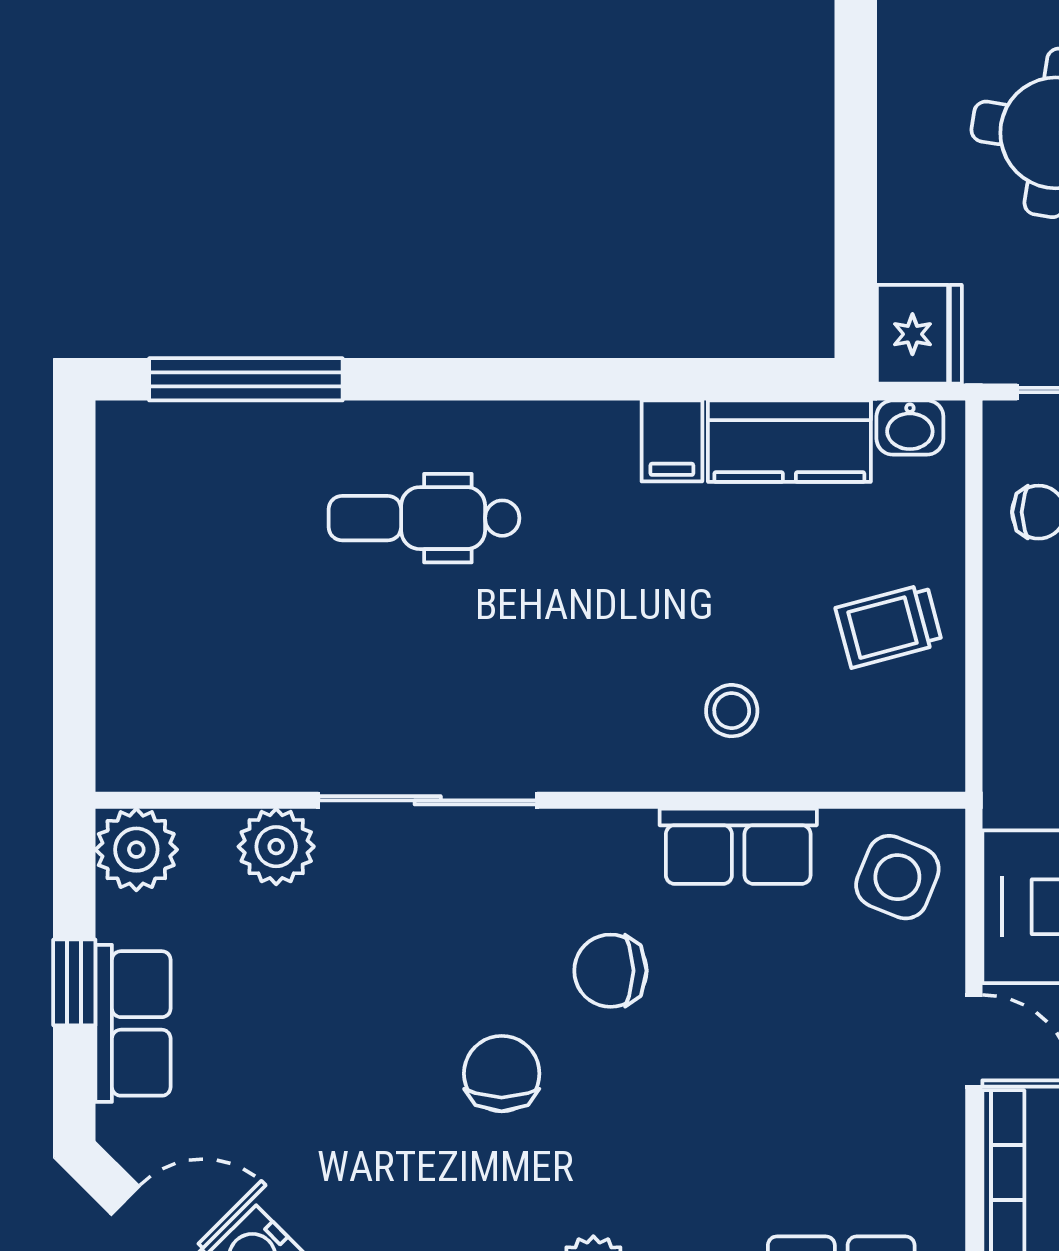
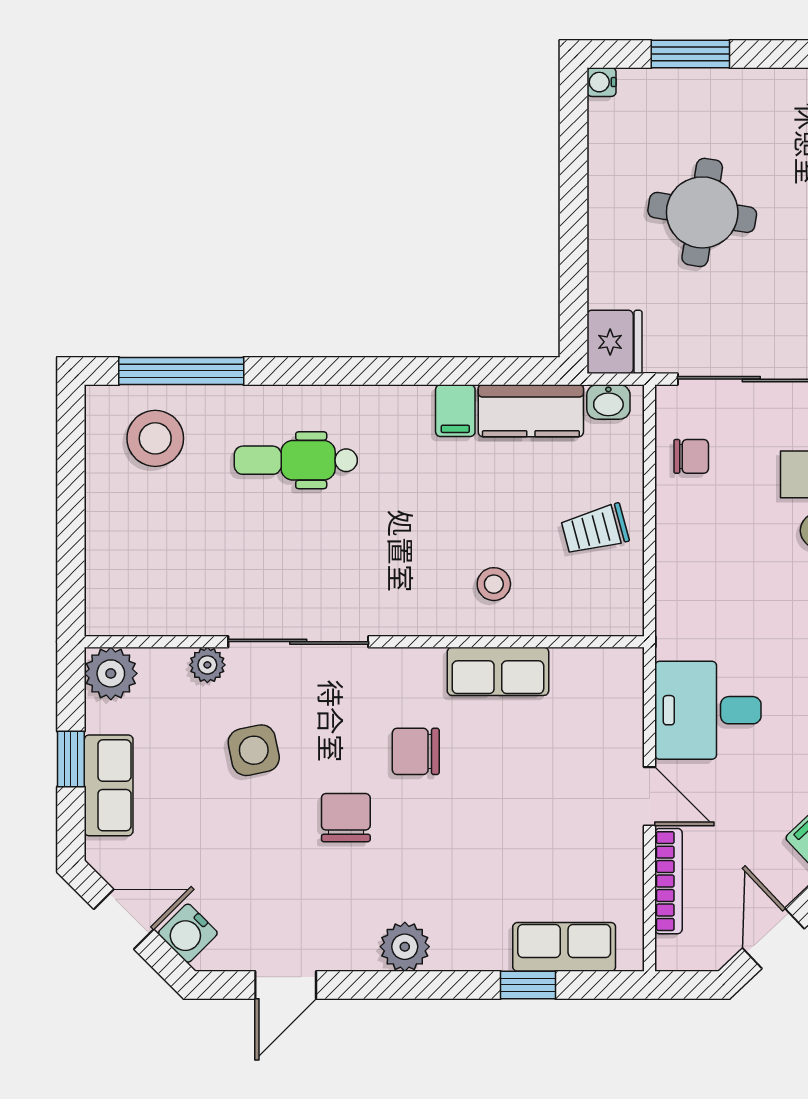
stool: (205, 484) -> (155, 438), added
plant: (276, 847) -> (207, 665), width x0.73, depth x0.73
side table: (897, 877) -> (254, 750), moved, turned -34

